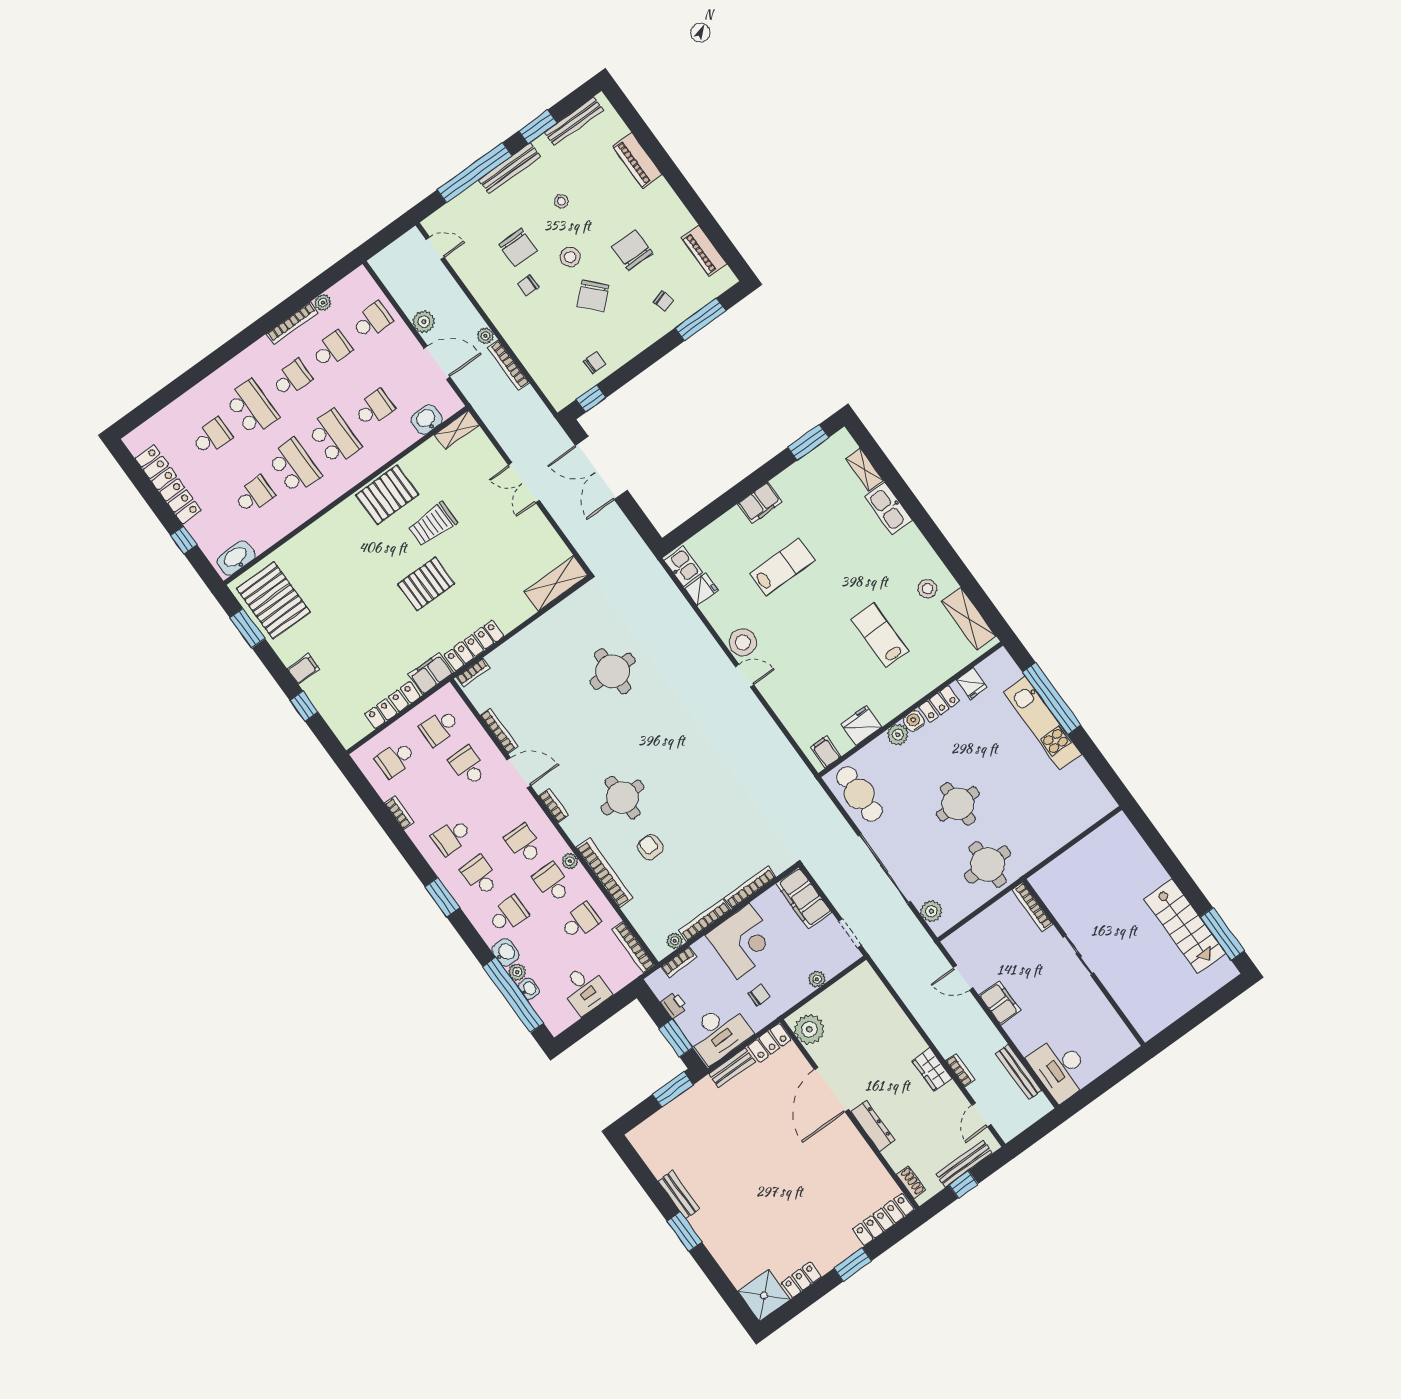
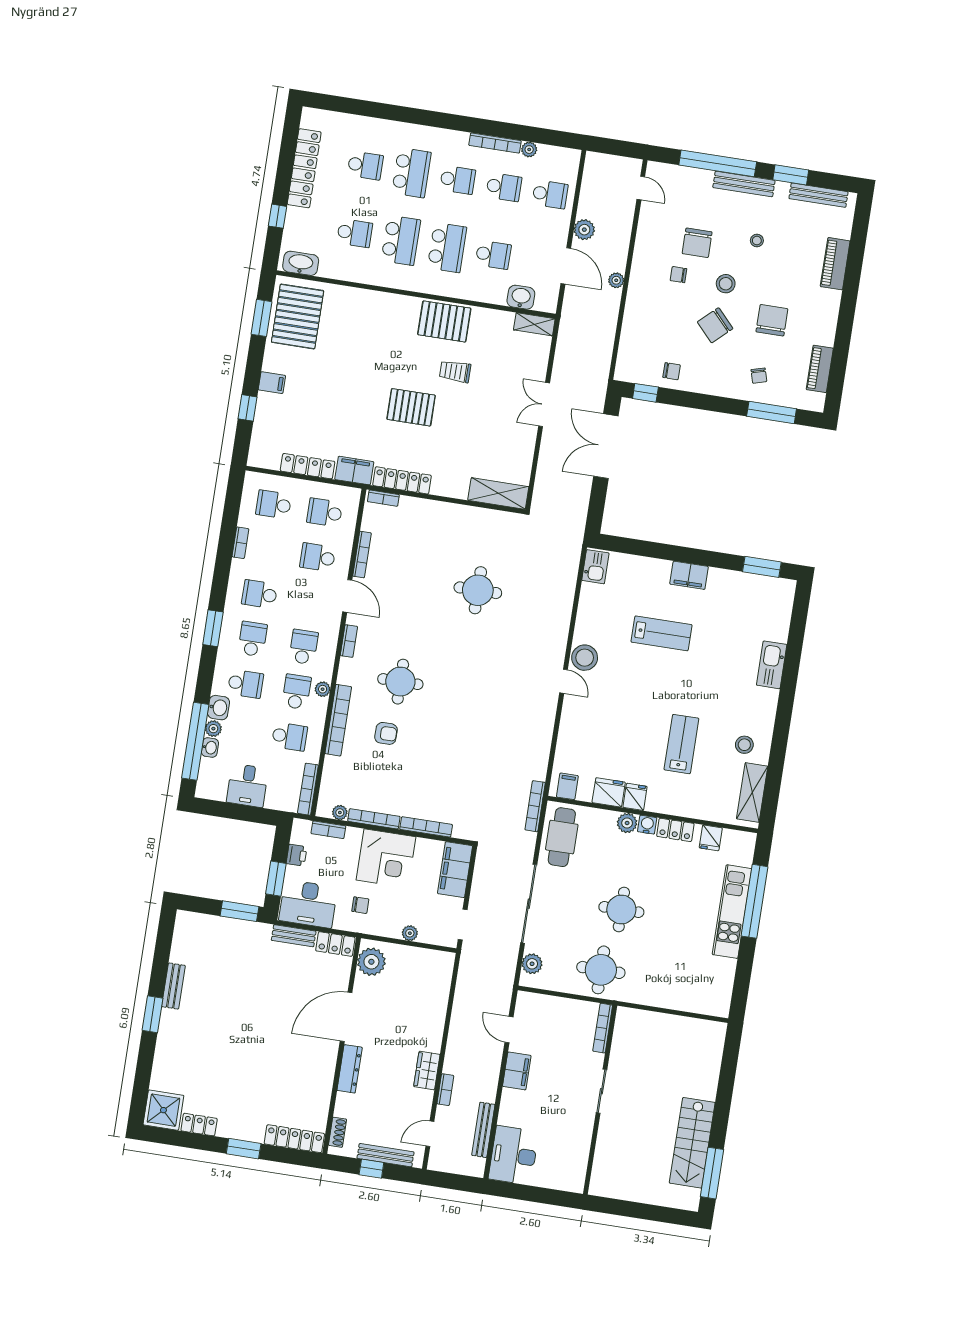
bookcase: (508, 365) -> (535, 806), moved
shelving: (864, 469) -> (782, 623), removed
trolley: (432, 524) -> (455, 371), width x0.73, depth x0.72
fridge: (701, 589) -> (635, 797), moved, turned -90
school desk: (468, 766) -> (318, 557), turned -90
armchair: (650, 847) -> (386, 733), turned 90

